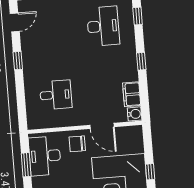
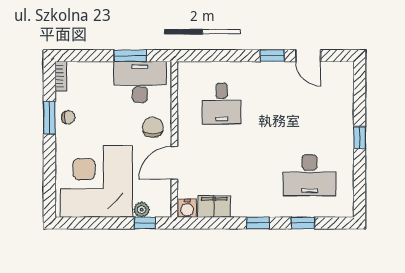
window: (138, 16) -> (303, 223), moved
door: (15, 22) -> (308, 56), moved
plant: (138, 147) -> (142, 210), added
window: (150, 172) -> (145, 223), moved

